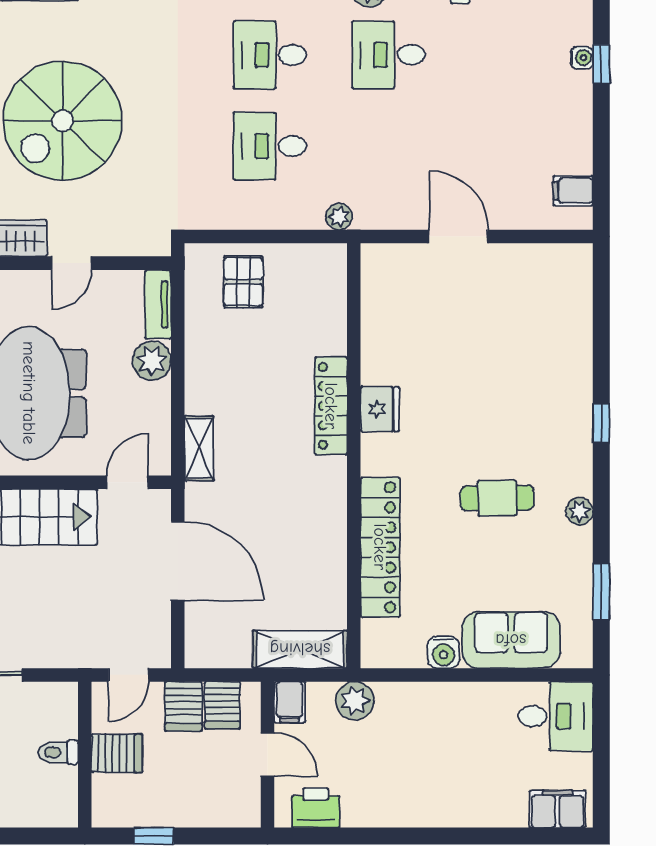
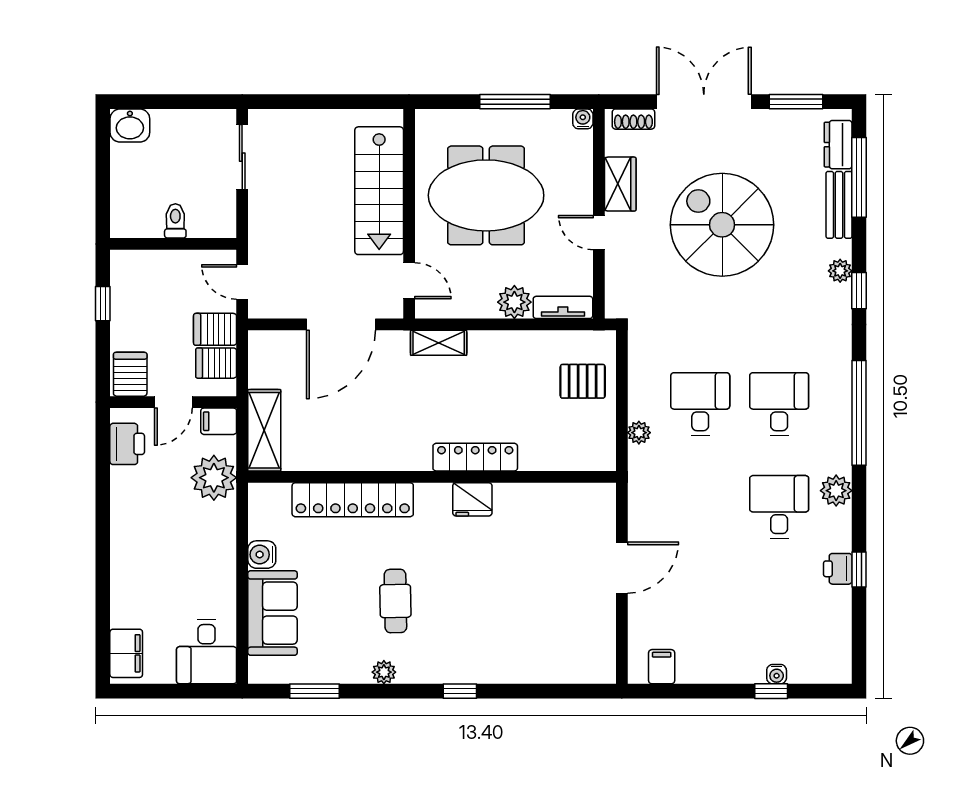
plant: (339, 217) -> (639, 433), moved
plant: (355, 701) -> (214, 478), width x1.36, depth x1.36
server rack: (117, 753) -> (130, 374), moved, turned 180

